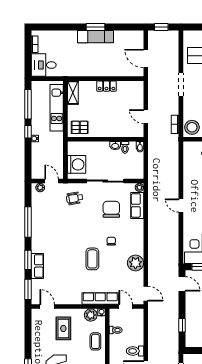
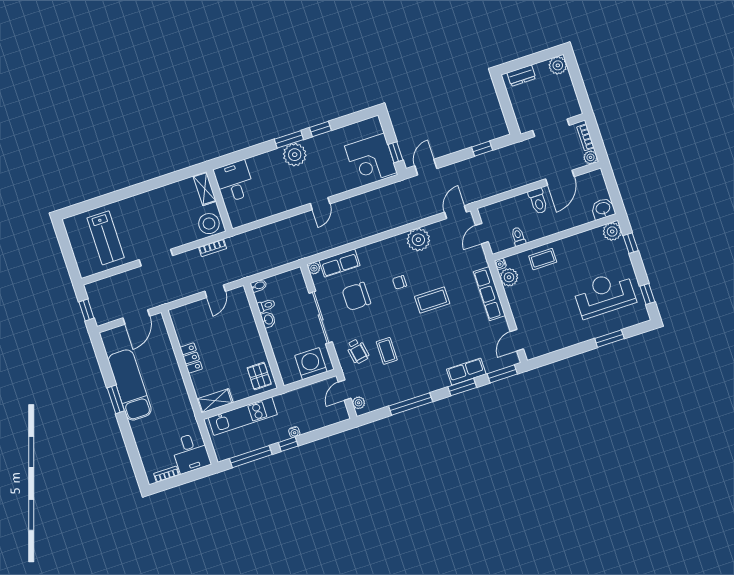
exam couch: (96, 37) -> (130, 385), width x1.36, depth x1.45
coffee table: (69, 218) -> (387, 351), added
row of seats: (100, 298) -> (489, 294), moved
rug: (63, 328) -> (540, 308), removed

